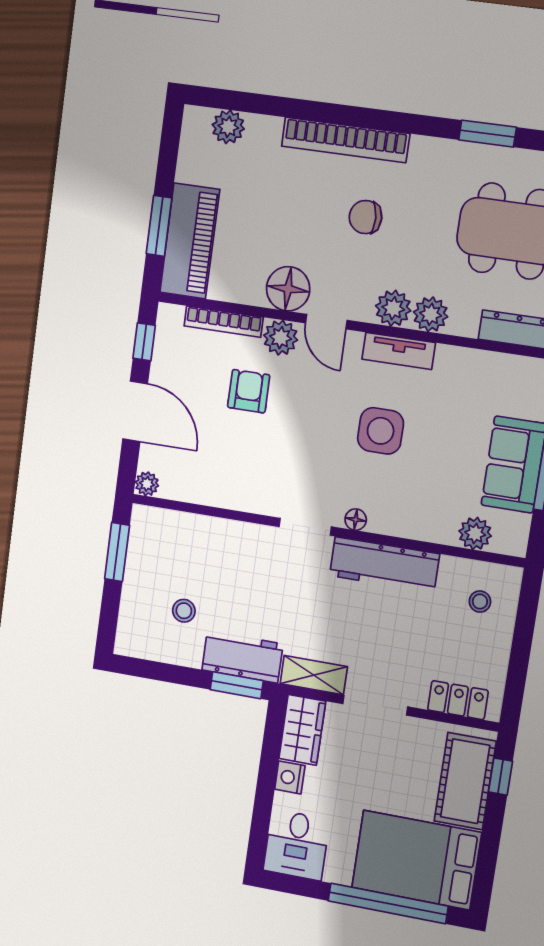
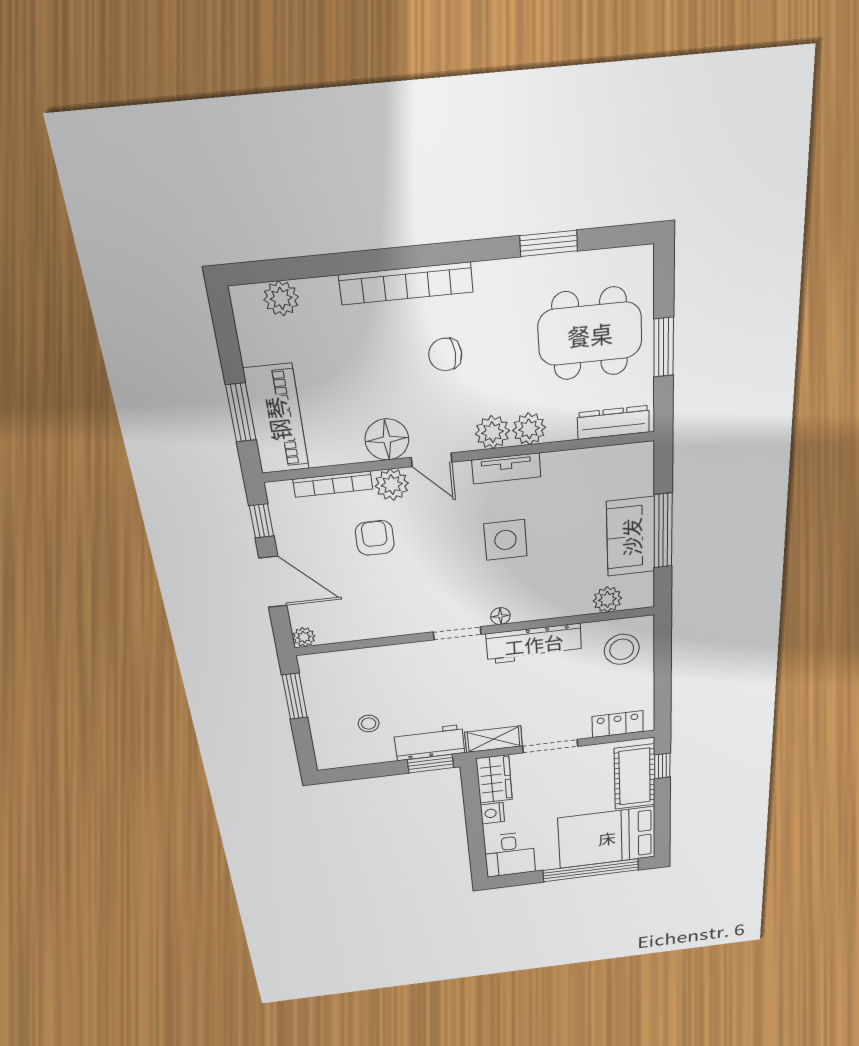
stool: (480, 602) -> (622, 649), width x1.89, depth x1.89

